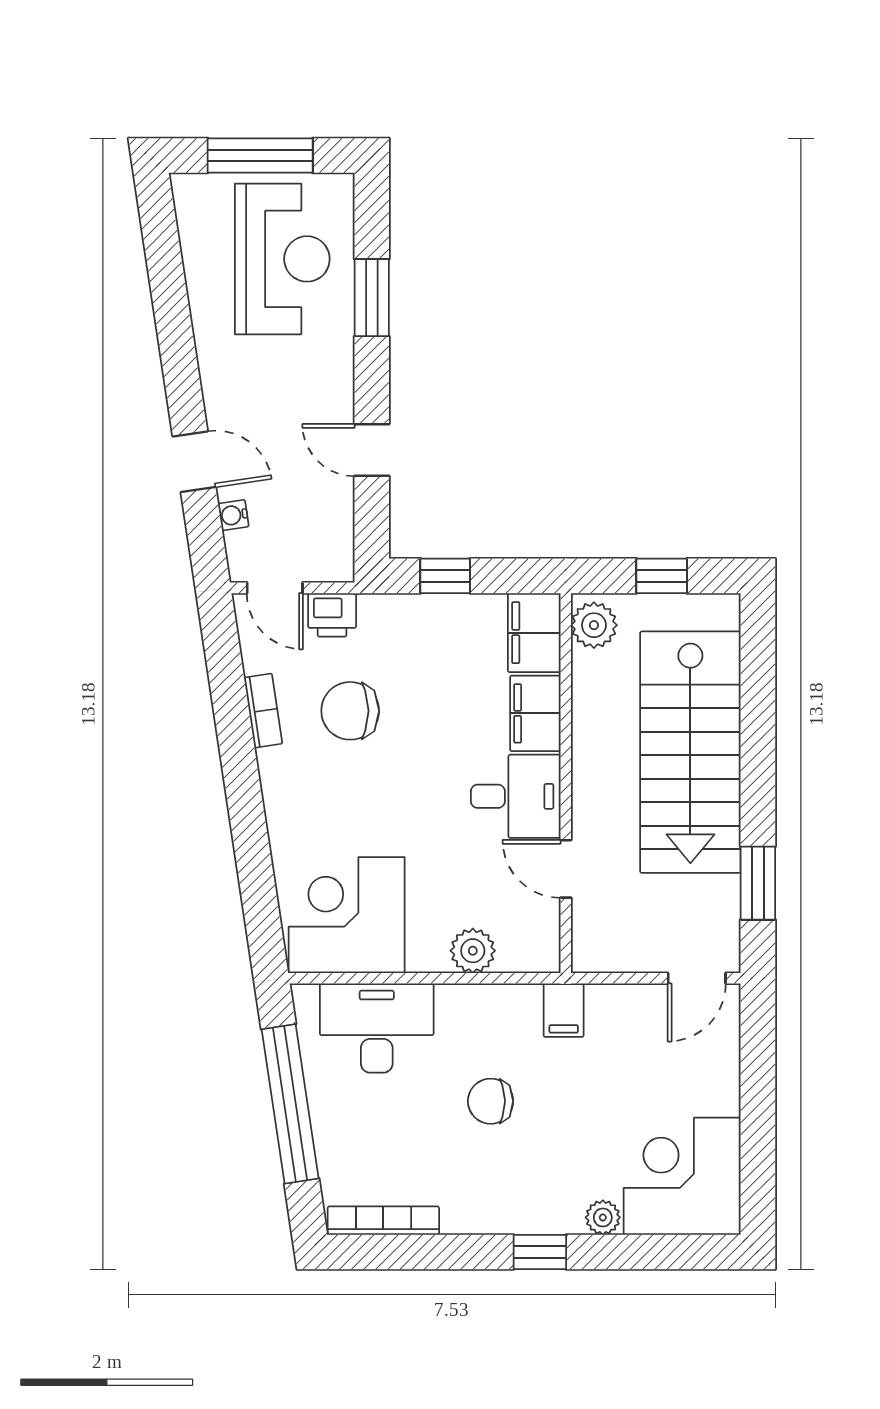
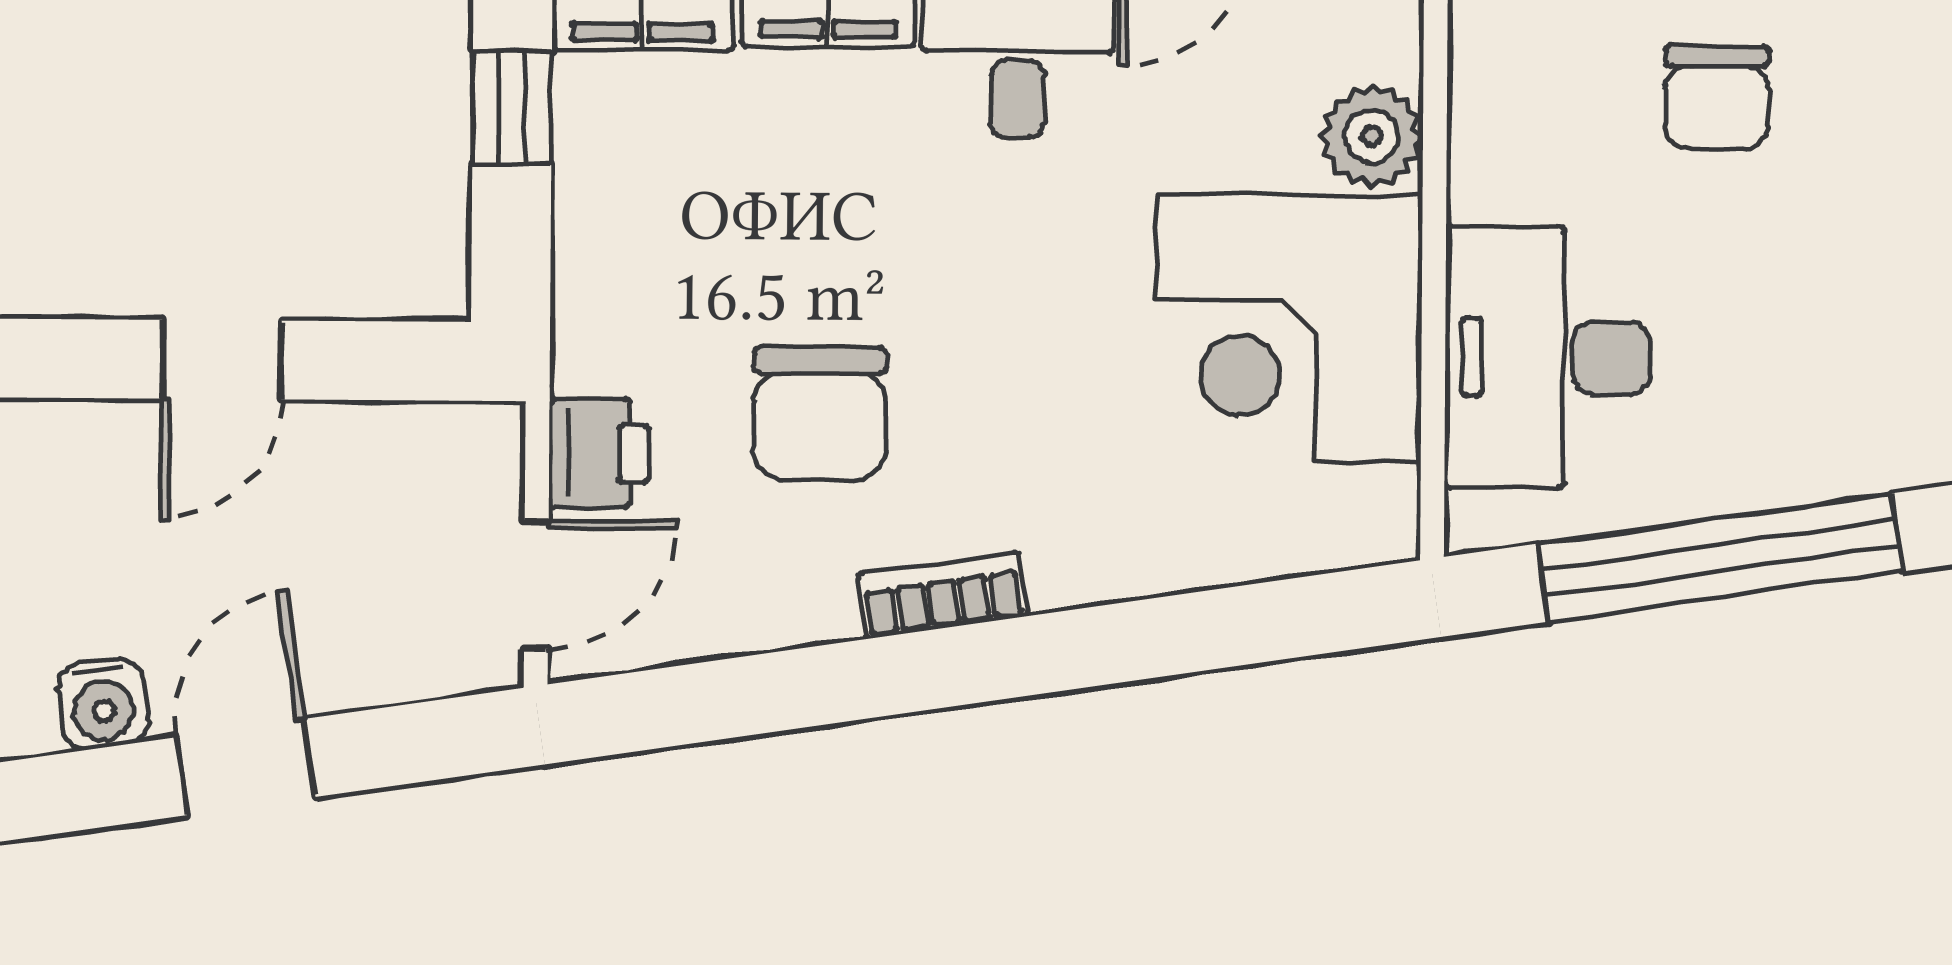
water cooler: (233, 515) -> (103, 704), moved, width x1.38, depth x1.38
window: (445, 576) -> (512, 107), moved
bookcase: (263, 711) -> (943, 595), moved
corner desk: (347, 915) -> (1289, 328), moved

